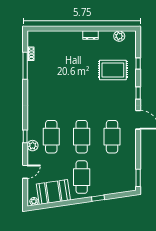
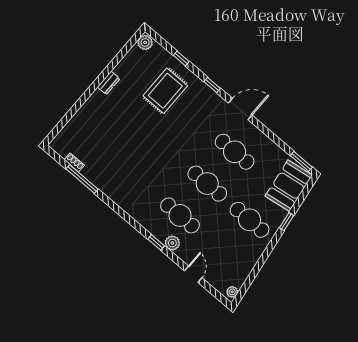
plant: (119, 36) -> (145, 42), moved
booth: (53, 192) -> (289, 186), moved

